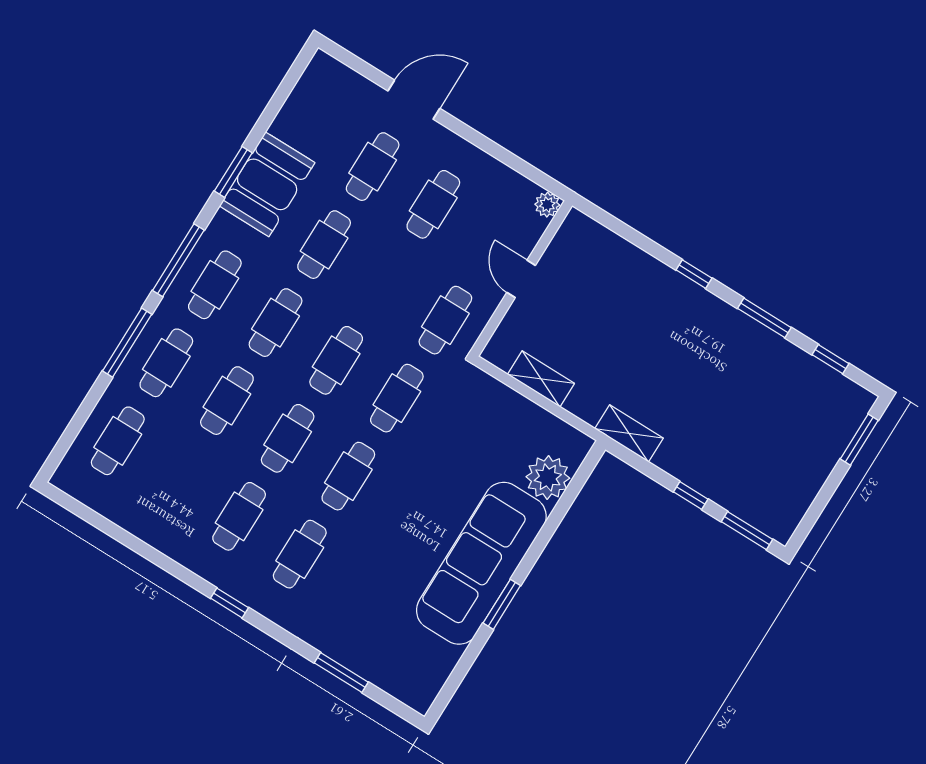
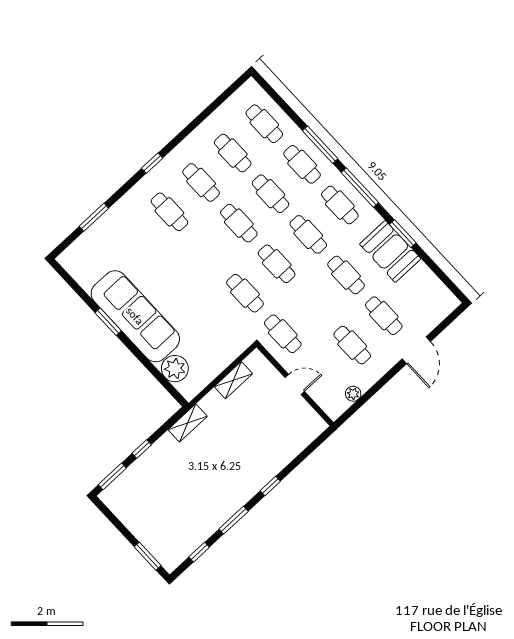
plant: (547, 205) -> (353, 394), moved
cafe table: (348, 476) -> (233, 153), moved

